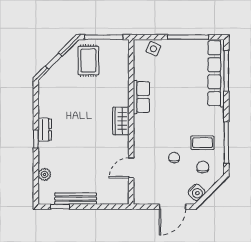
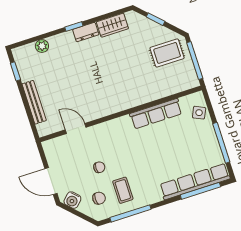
row of seats: (141, 97) -> (156, 114), width x1.48
wardrobe: (121, 121) -> (112, 25), moved, turned 180
bench: (76, 199) -> (34, 102), moved

